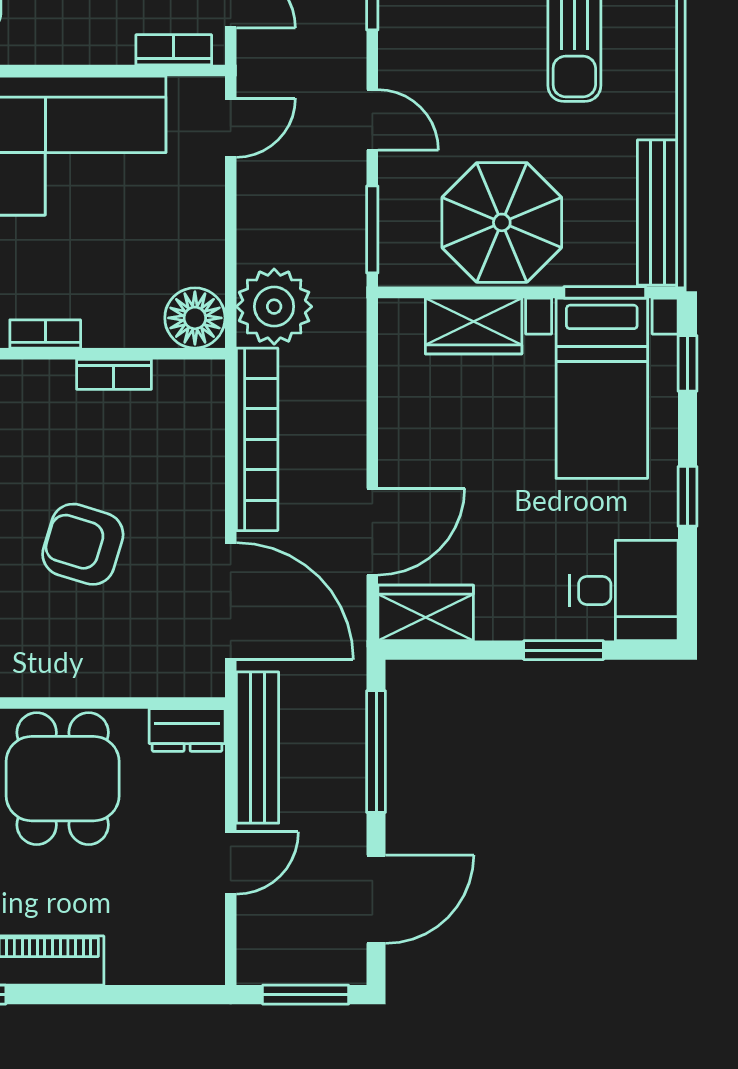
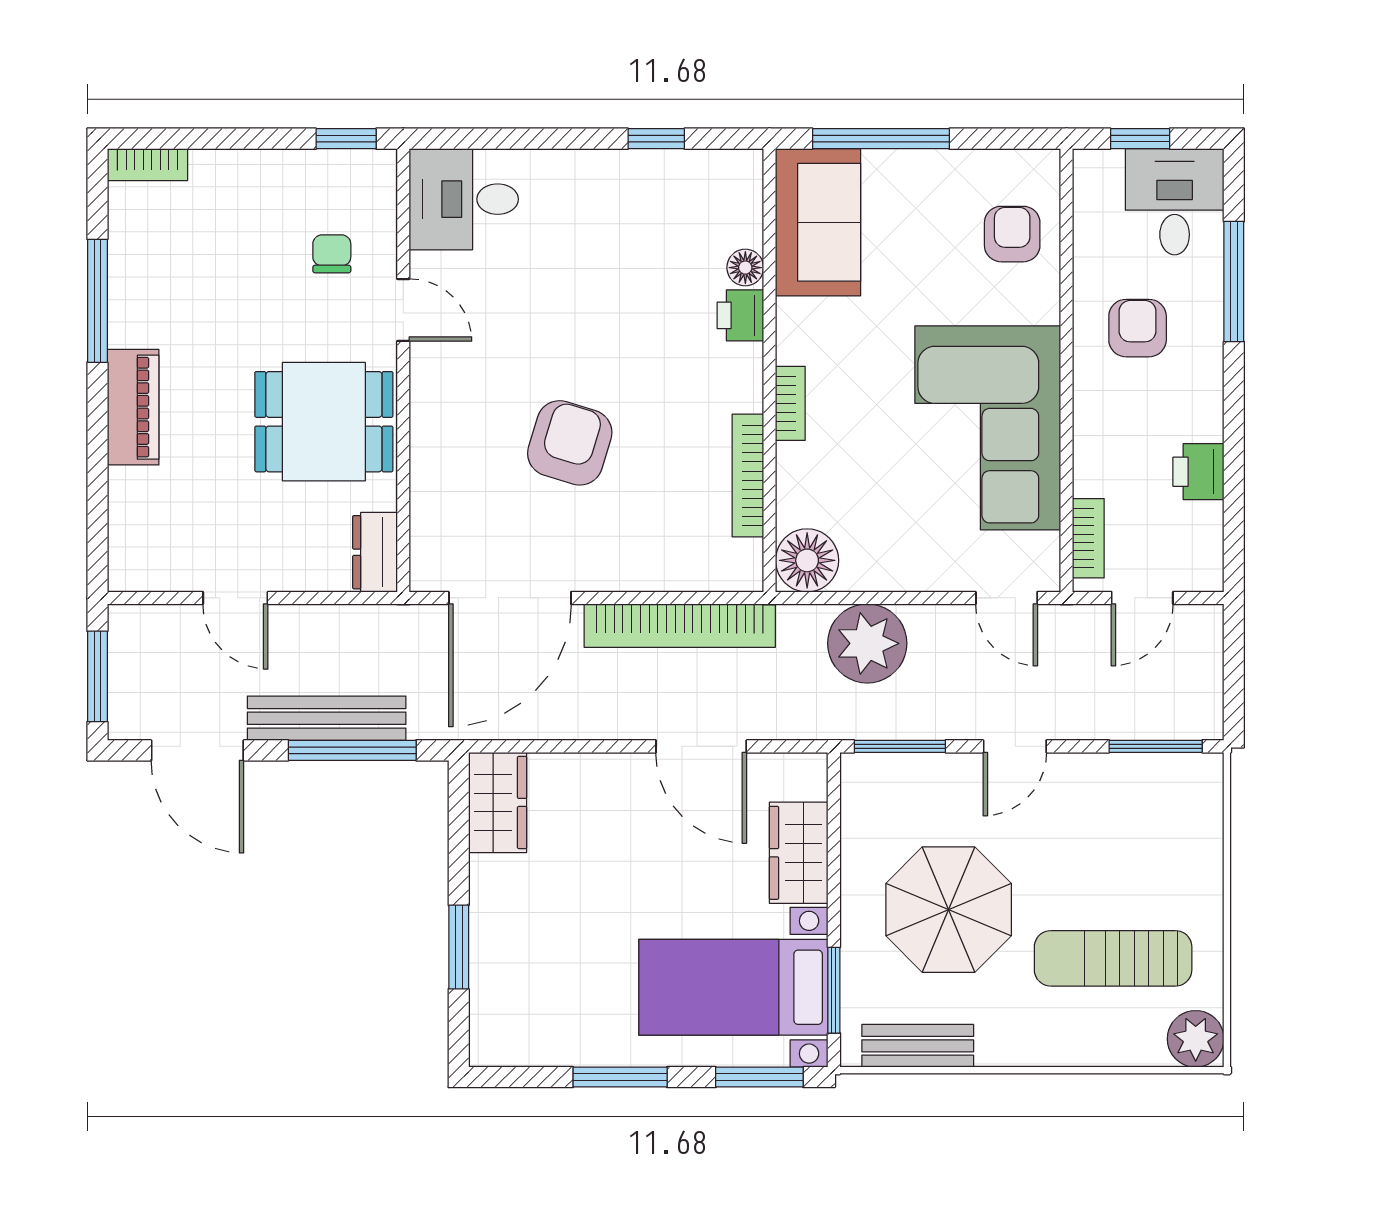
bench: (658, 213) -> (918, 1046), width x0.73
parasol: (502, 222) -> (949, 910), moved
plant: (274, 307) -> (867, 643), moved
window: (687, 363) -> (759, 1077), width x1.50
bookcase: (114, 374) -> (748, 476), width x1.56
window: (687, 496) -> (620, 1077), width x1.50
door: (372, 532) -> (701, 746), moved
desk: (624, 590) -> (521, 1010), removed
bench: (258, 748) -> (327, 718), moved

